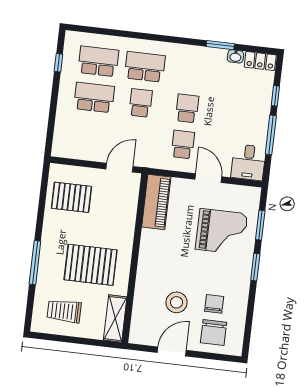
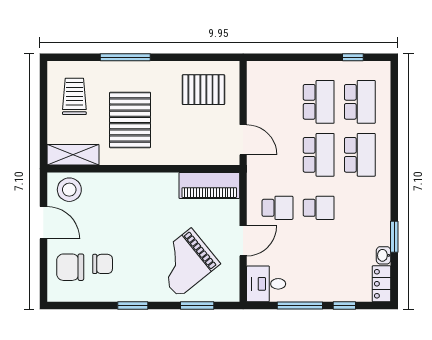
school desk: (141, 103) -> (319, 155), width x1.85
pallet: (71, 197) -> (203, 90), turned 90
grand piano: (221, 231) -> (185, 263), turned 51
window: (255, 267) -> (133, 305), moved
stool: (177, 302) -> (69, 190), moved

